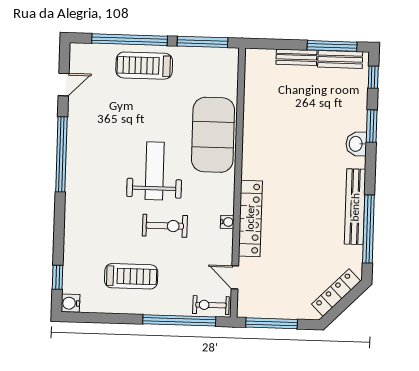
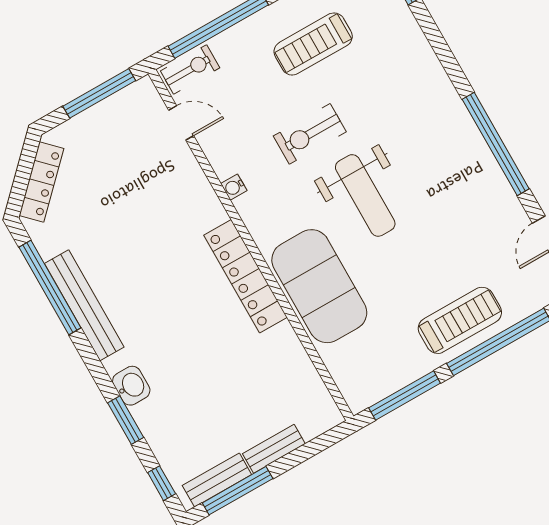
locker: (250, 218) -> (246, 276), moved

